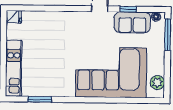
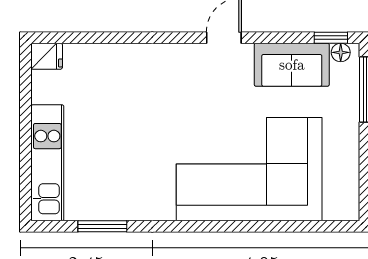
window: (128, 9) -> (331, 38), moved
plant: (157, 83) -> (345, 189), removed

